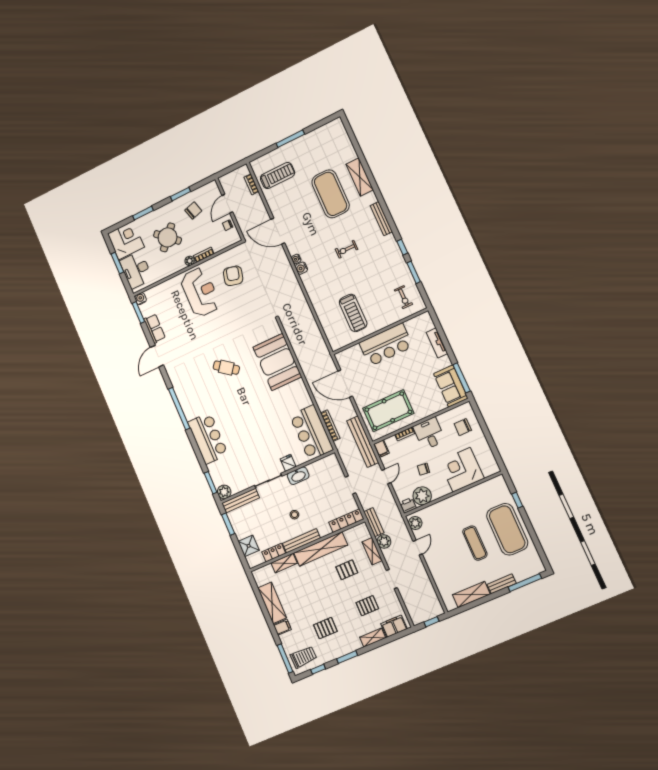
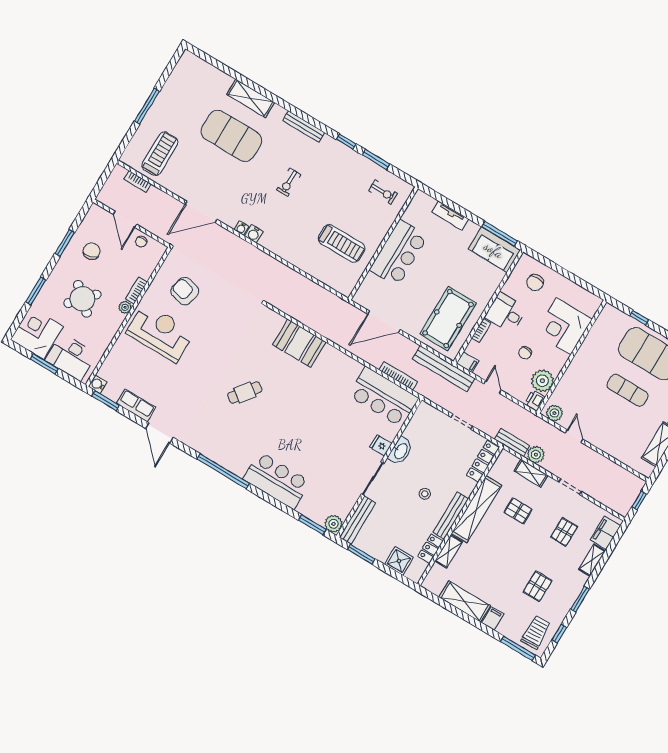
booth: (277, 362) -> (299, 343), width x0.73, depth x0.70
pallet: (347, 570) -> (518, 511), turned 90

